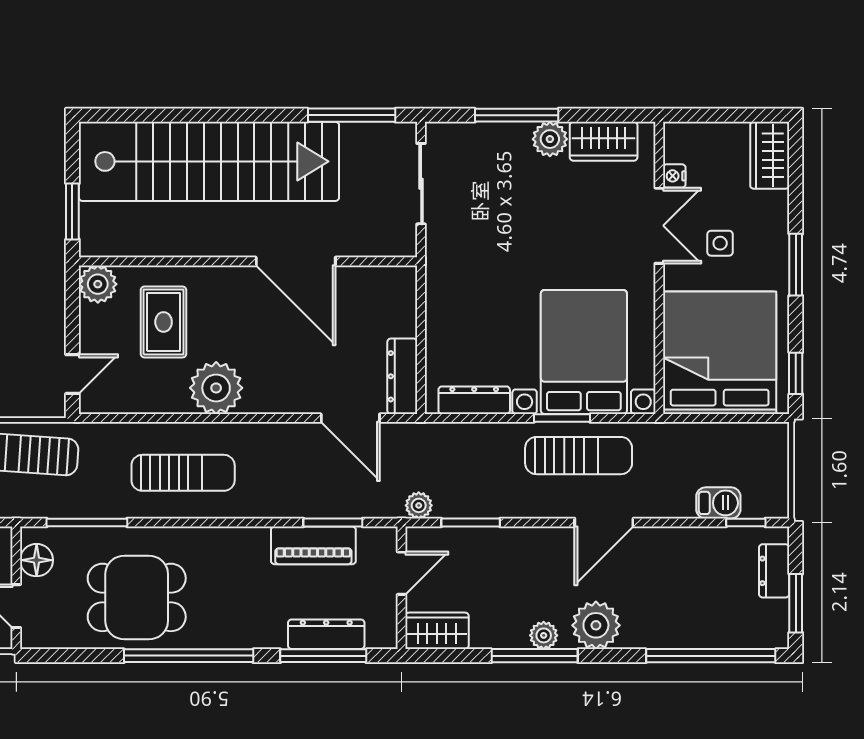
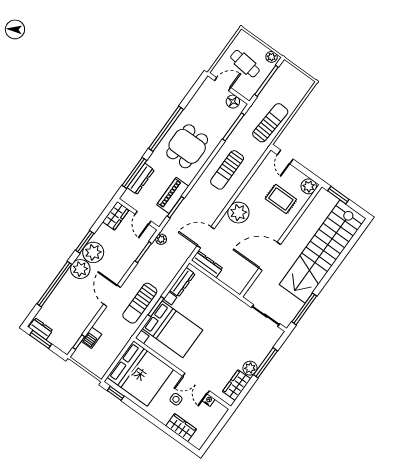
wardrobe: (770, 155) -> (181, 428), moved
window: (796, 265) -> (151, 419), removed
plant: (216, 388) -> (238, 213), moved
dresser: (774, 571) -> (41, 329), moved
dining table: (137, 597) -> (187, 146), moved
plant: (544, 635) -> (93, 252), width x1.87, depth x1.87
window: (535, 656) -> (85, 242), width x0.69
window: (711, 656) -> (54, 284), moved

